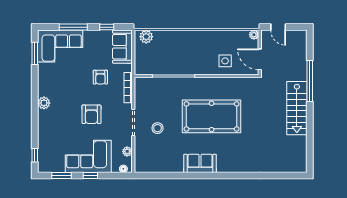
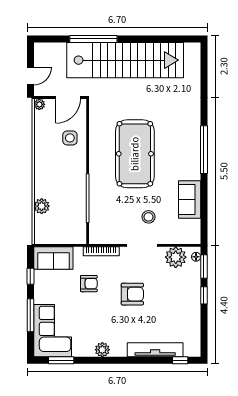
plant: (146, 37) -> (42, 206), moved
plant: (44, 103) -> (102, 350), moved
stairs: (297, 108) -> (125, 60), width x1.86, depth x1.51
tv unit: (44, 134) -> (155, 350), added
plant: (127, 151) -> (176, 257), width x1.87, depth x1.87
corner sofa: (88, 156) -> (182, 298), removed
sofa: (200, 163) -> (190, 199), moved
window: (61, 176) -> (204, 266), moved
window: (215, 176) -> (204, 150), added

